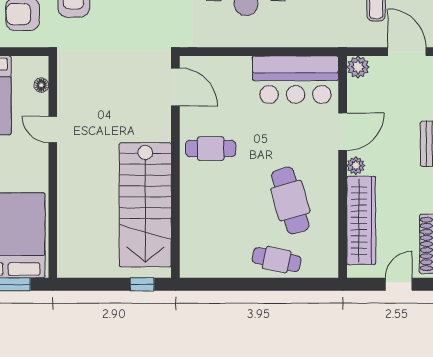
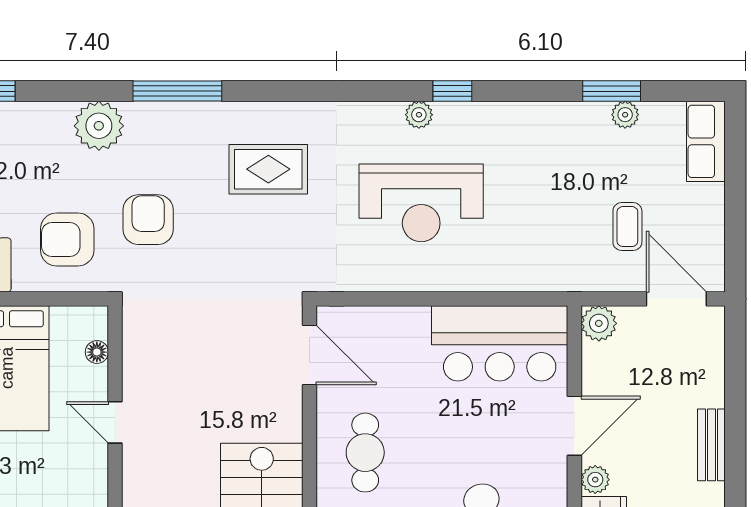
cafe table: (211, 149) -> (365, 453), turned 90

